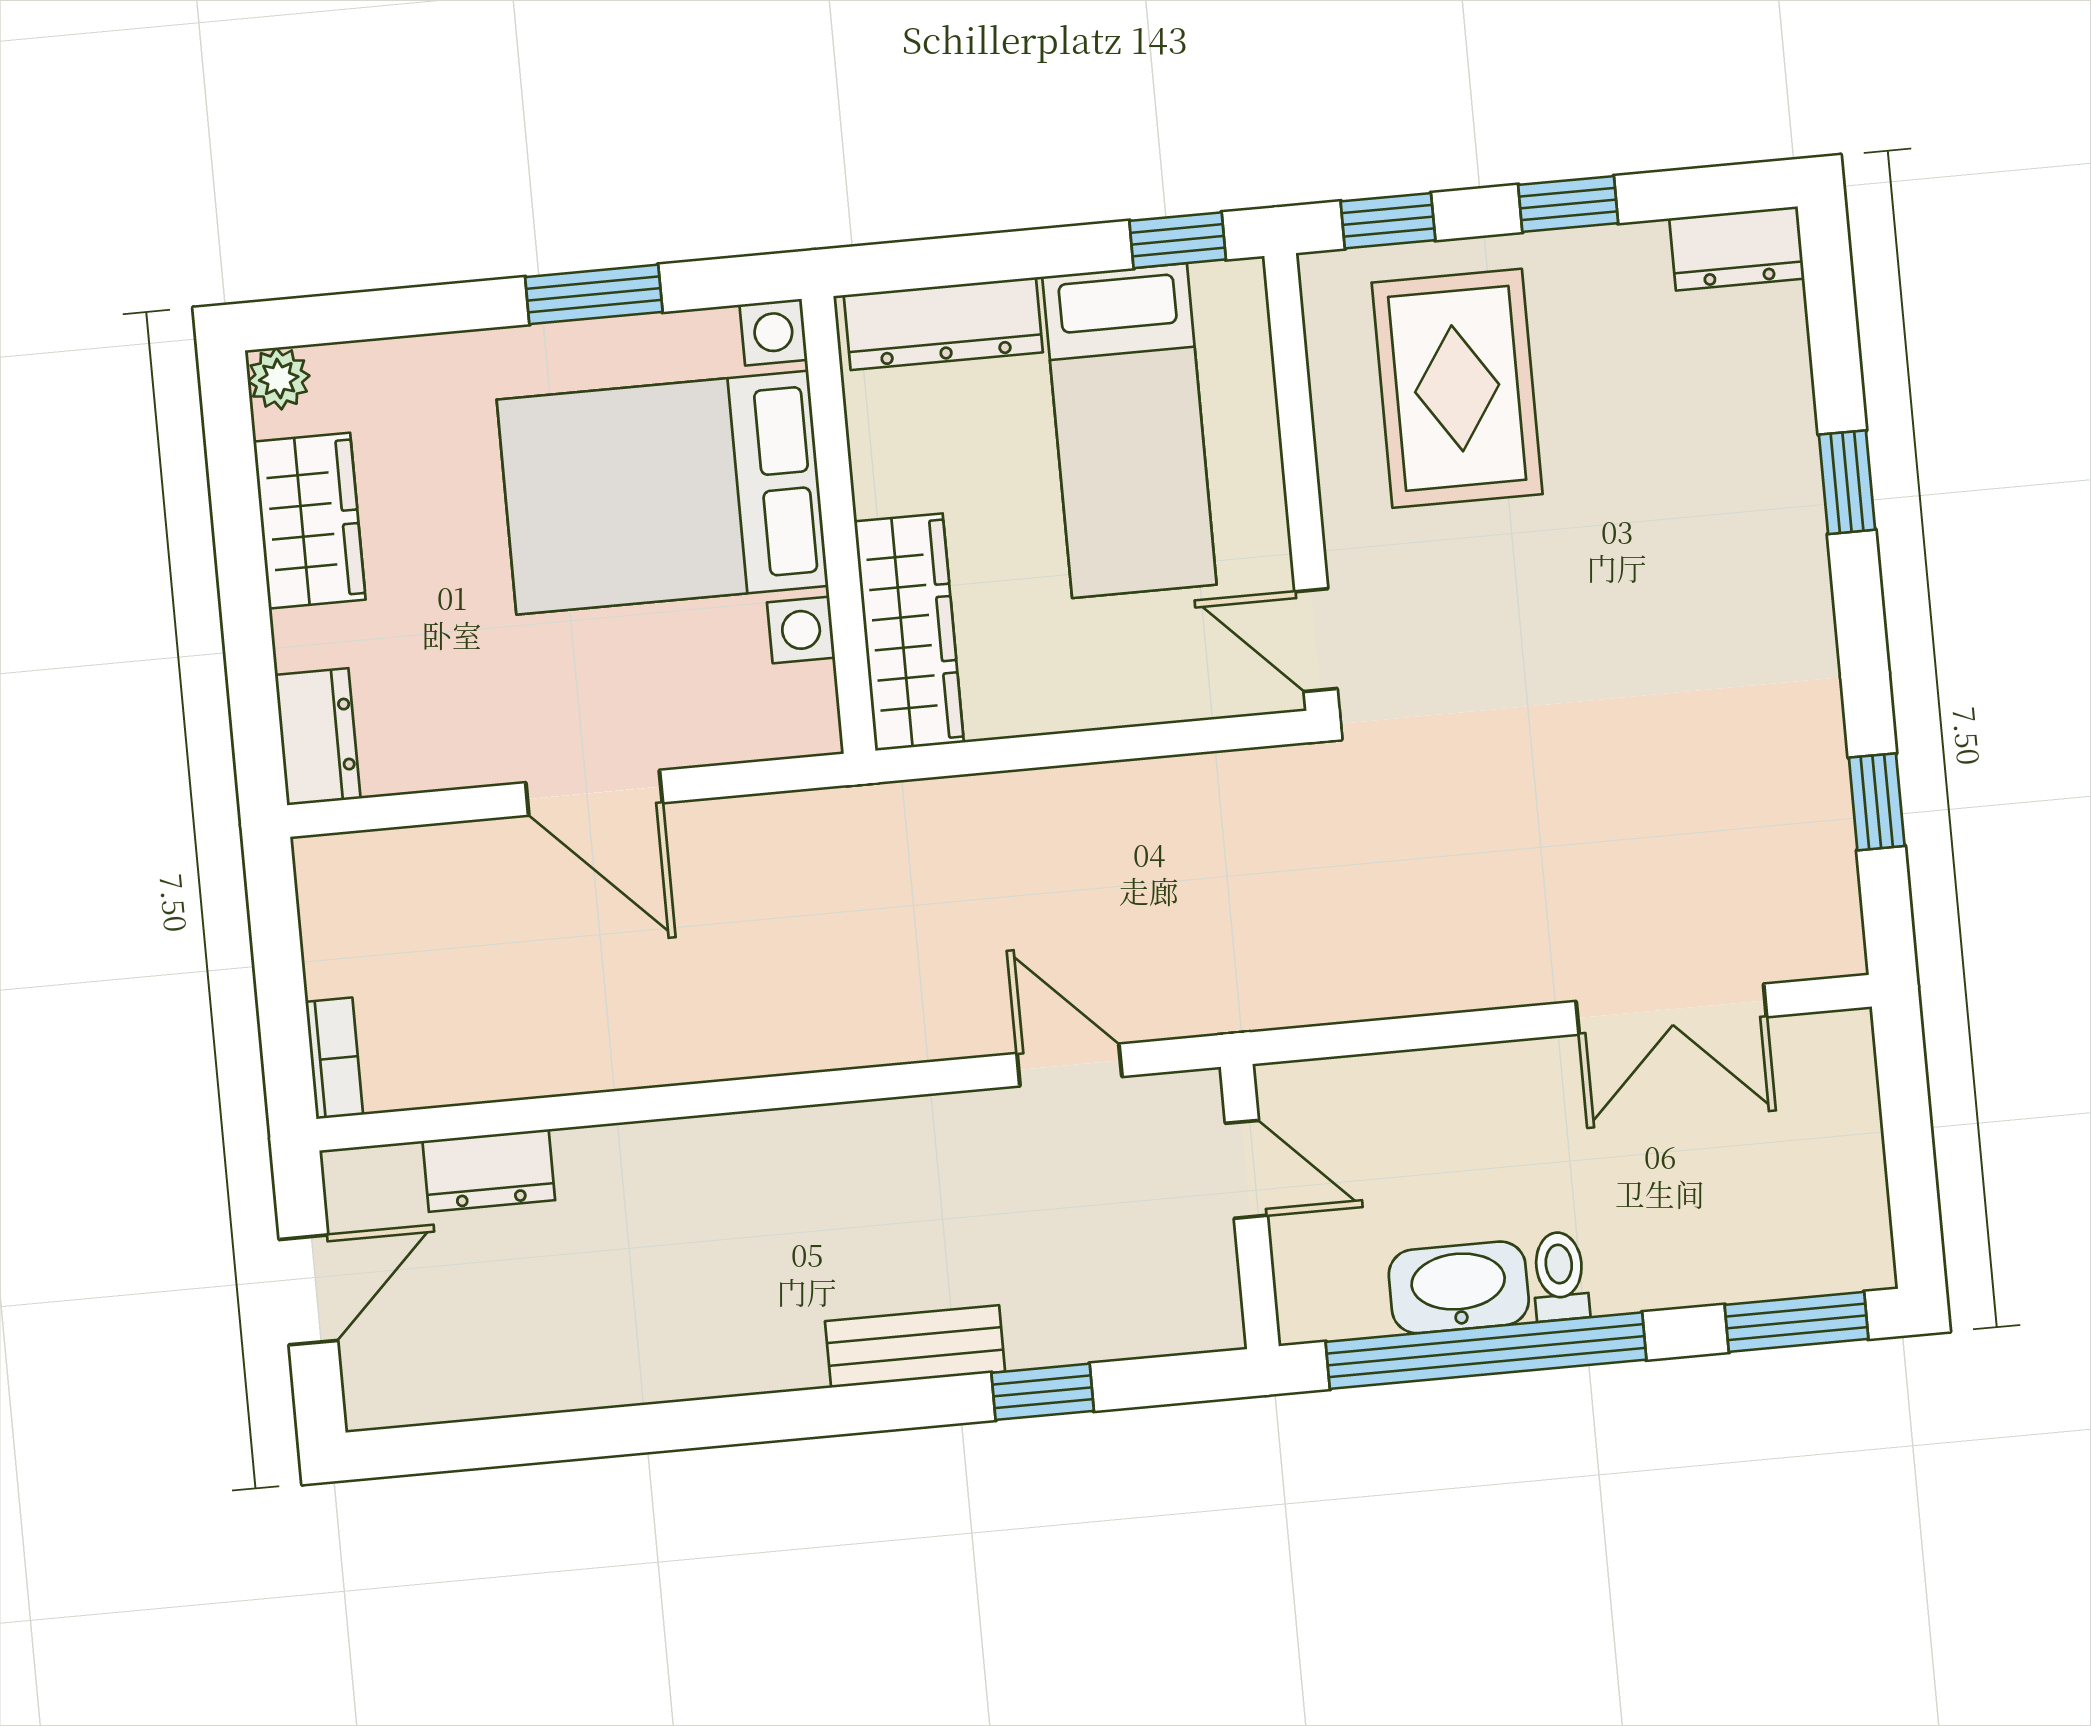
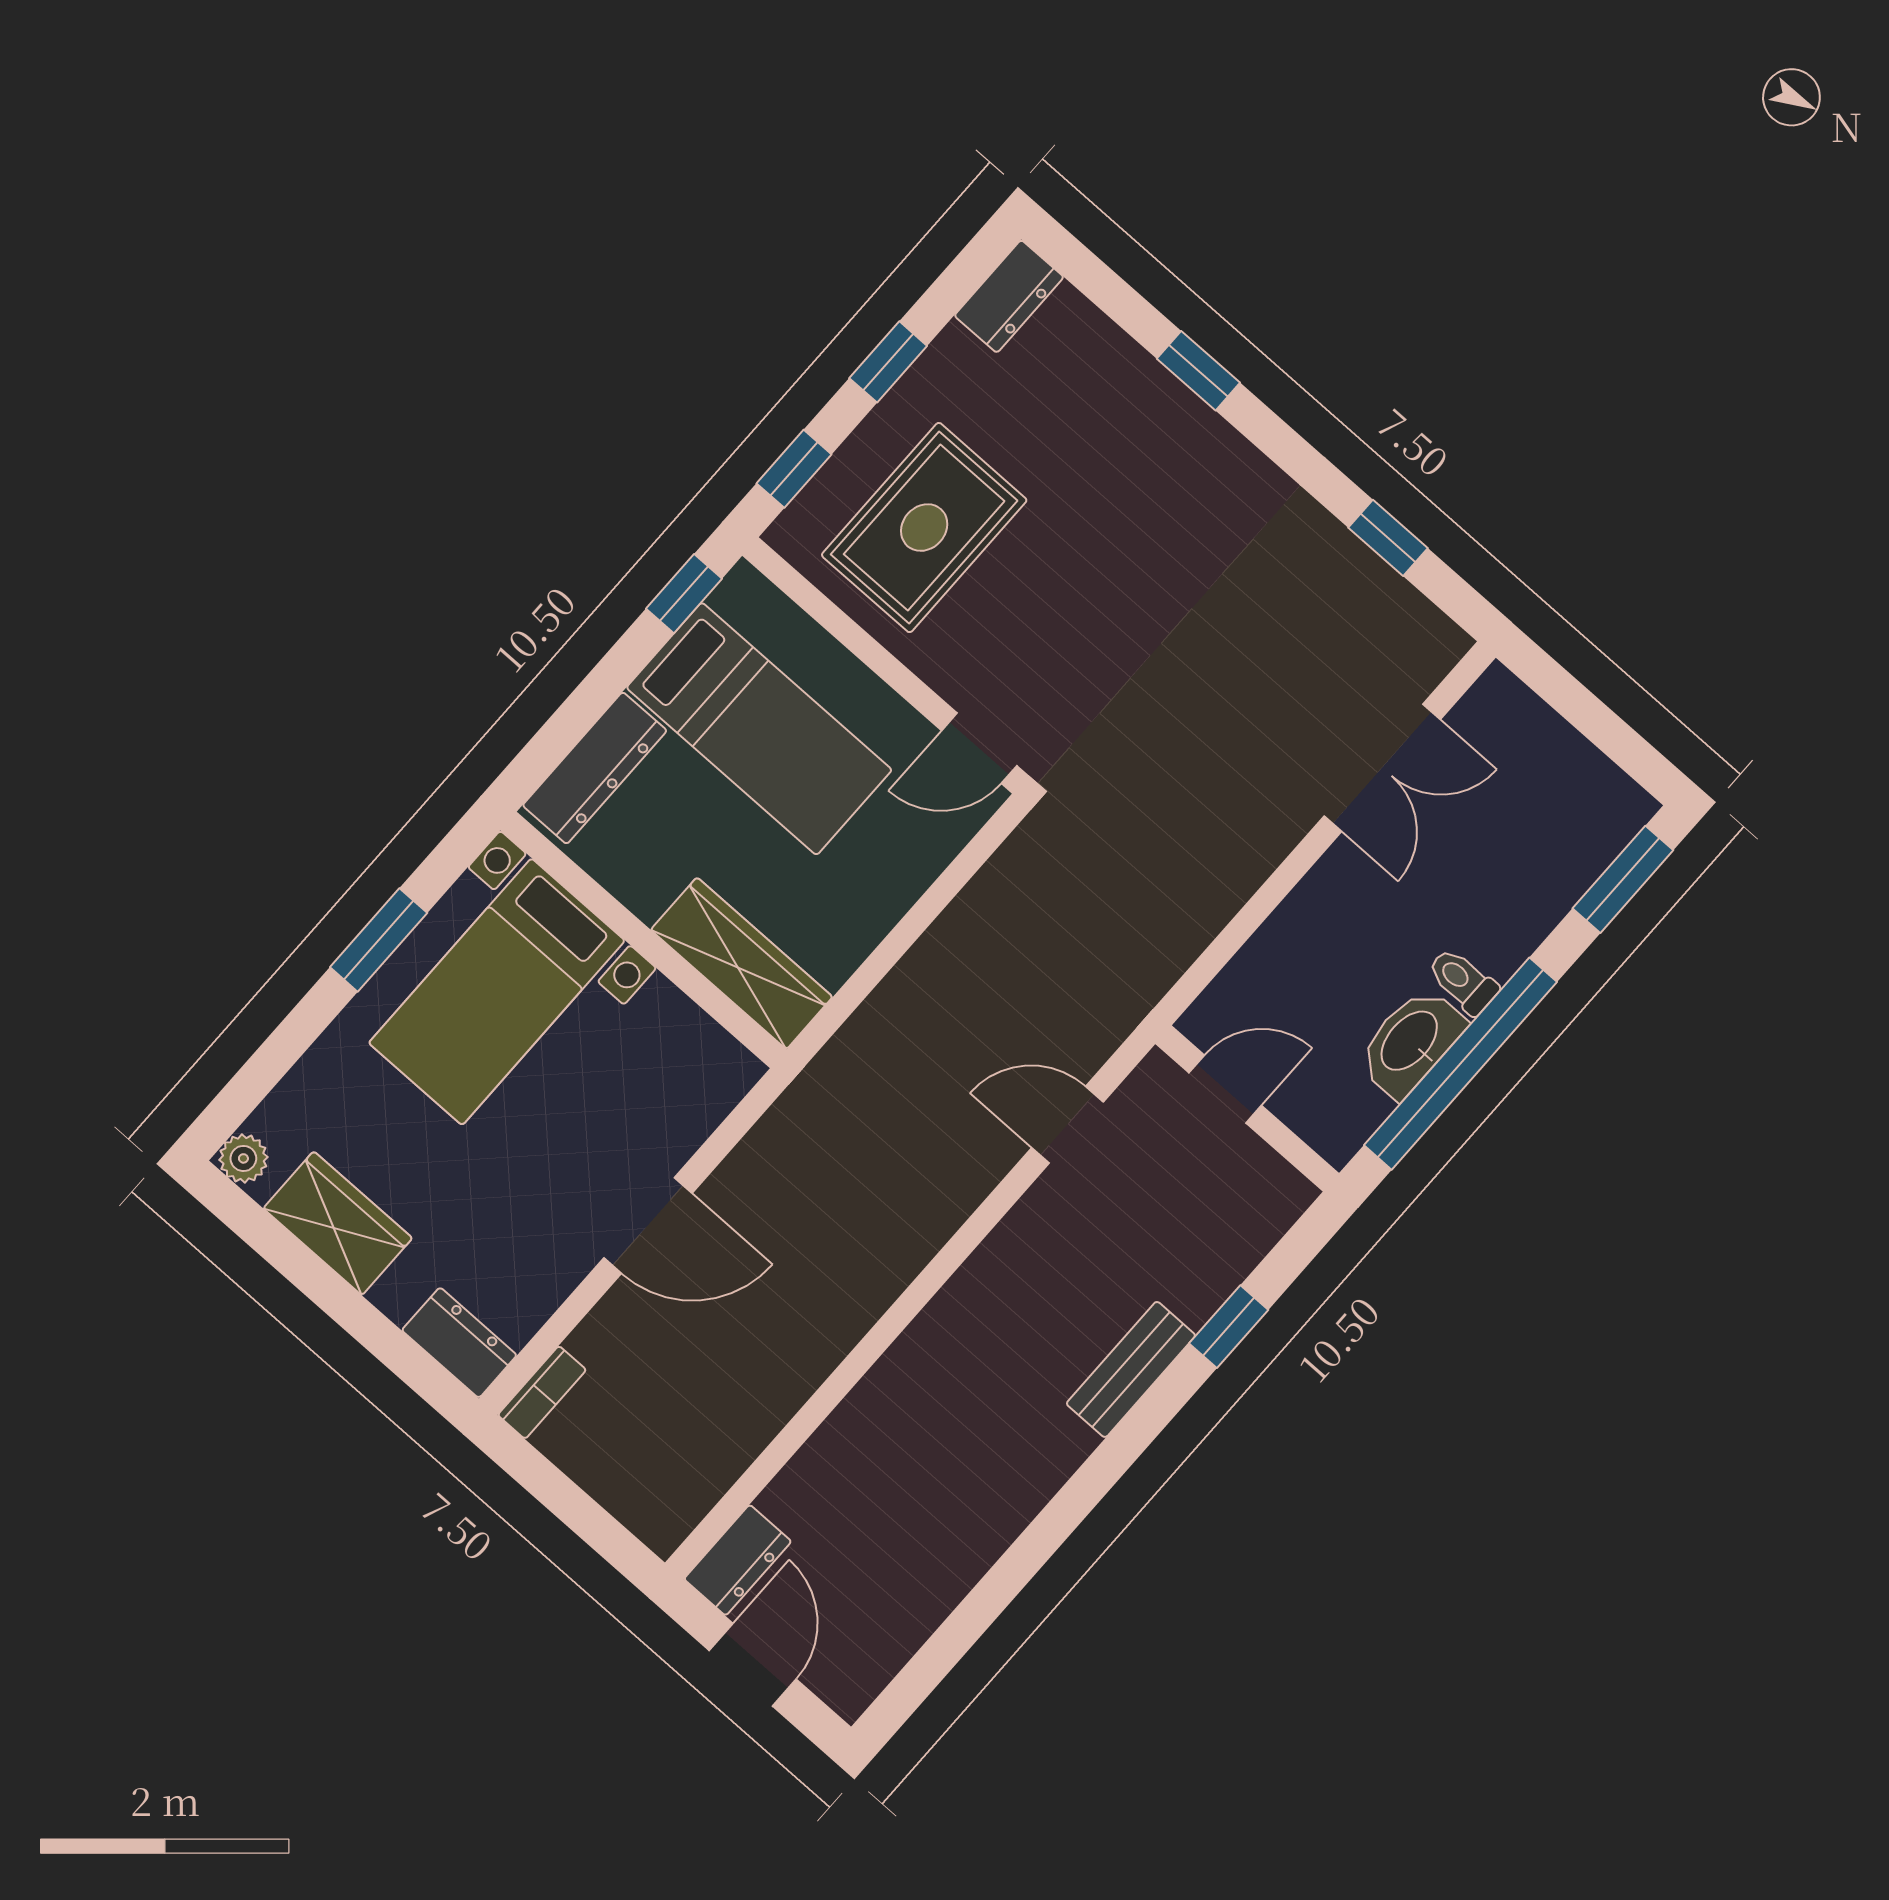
rug: (1457, 388) -> (924, 528), turned 90
bed with nightstands: (662, 493) -> (497, 992), width x0.73
bookcase: (334, 1058) -> (542, 1392), moved, turned 90
dresser: (489, 1171) -> (738, 1560), moved

